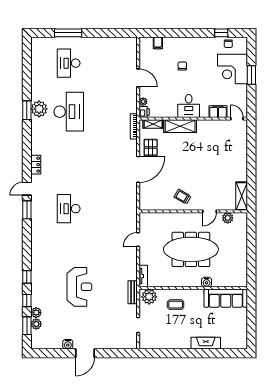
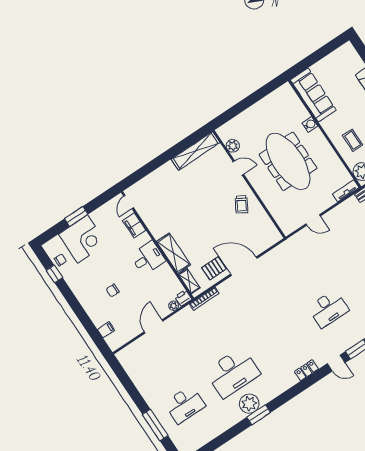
desk: (69, 112) -> (233, 373), turned 180
shelving: (242, 196) -> (196, 151), width x1.47

